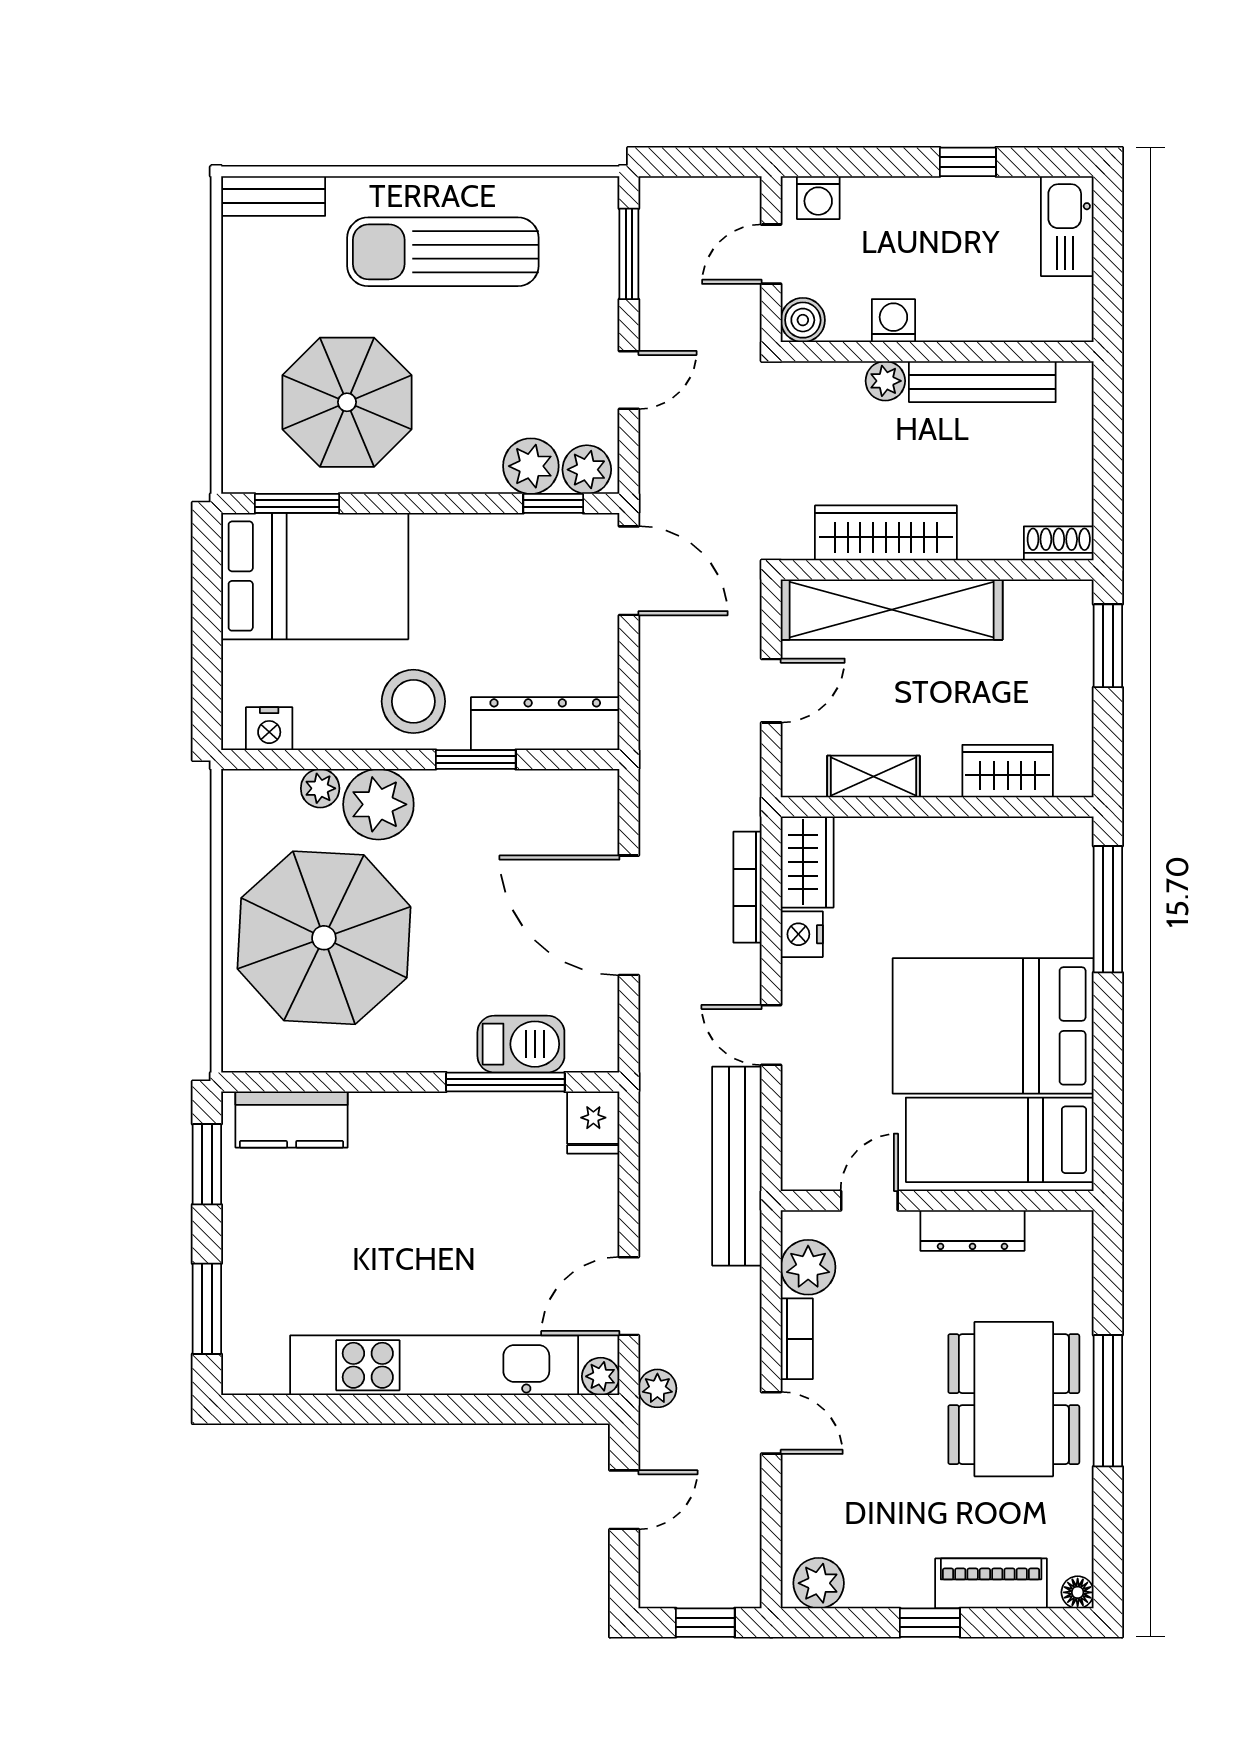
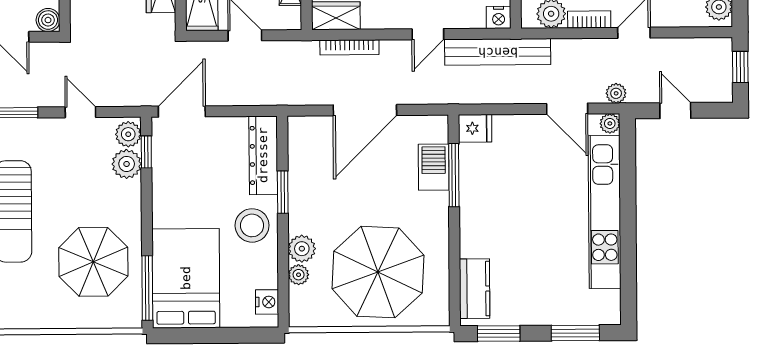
window: (297, 503) -> (147, 288), width x1.44
plant: (378, 804) -> (302, 249), width x0.73, depth x0.73
nightstand: (802, 934) -> (499, 17), moved

